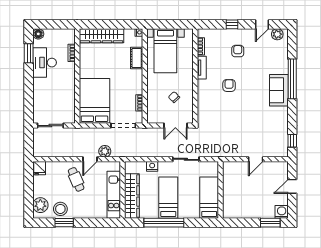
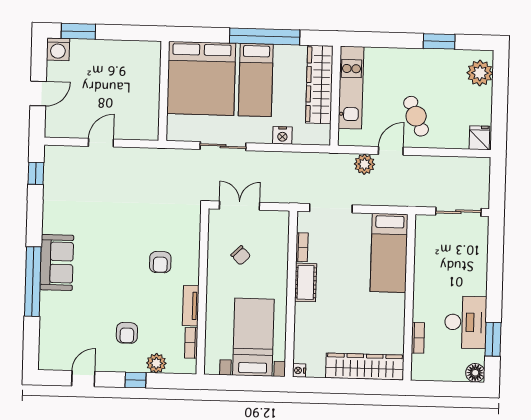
plant: (277, 34) -> (156, 363), moved
cot: (137, 58) -> (306, 282), moved
armchair: (229, 85) -> (160, 262), moved
bed: (94, 101) -> (389, 253), width x0.67
bed: (209, 198) -> (201, 78), width x2.04
stool: (60, 209) -> (445, 65), removed

